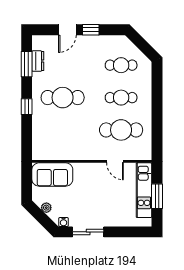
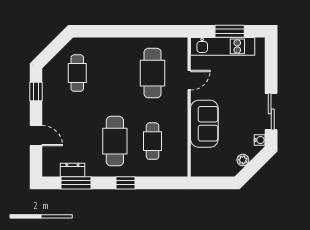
window: (91, 30) -> (36, 92), moved
cafe table: (121, 98) -> (153, 141), moved
sofa: (52, 175) -> (204, 124), moved

